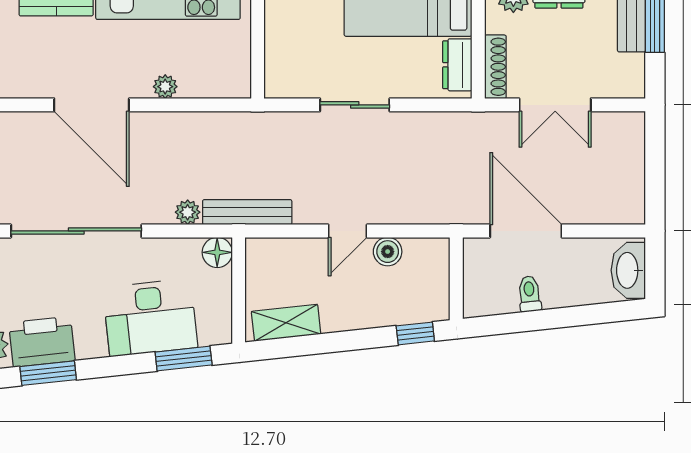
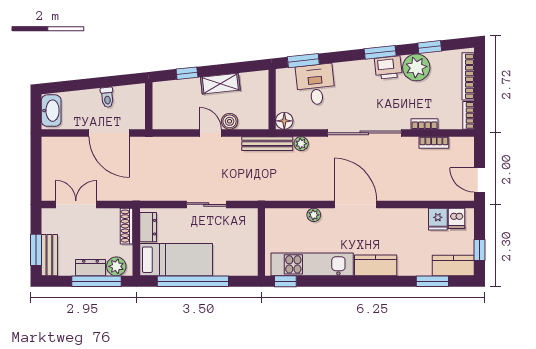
double door: (555, 105) -> (76, 204), moved
door: (348, 231) -> (210, 133), hinge flipped
boiler: (388, 252) -> (230, 121), moved
desk: (150, 317) -> (315, 85), width x0.73
shelving: (286, 323) -> (220, 84), moved
window: (415, 333) -> (187, 73), moved
printer: (42, 342) -> (388, 68), width x0.73, depth x0.84

